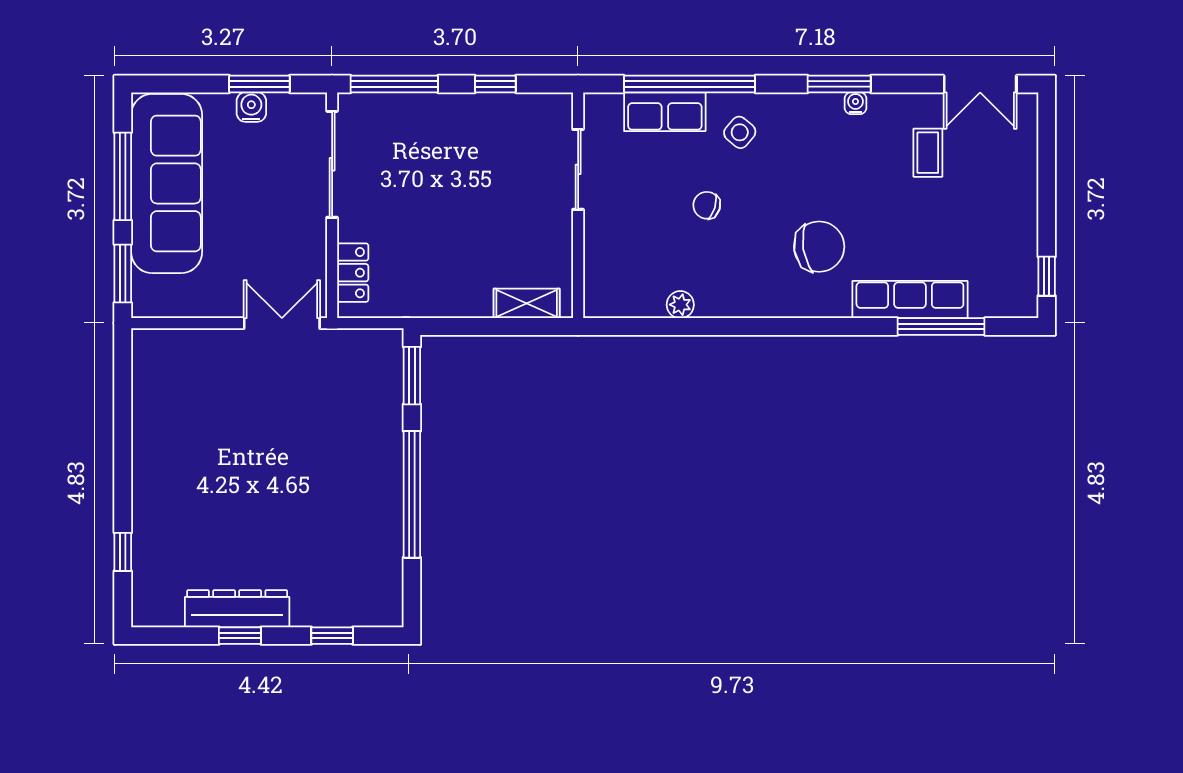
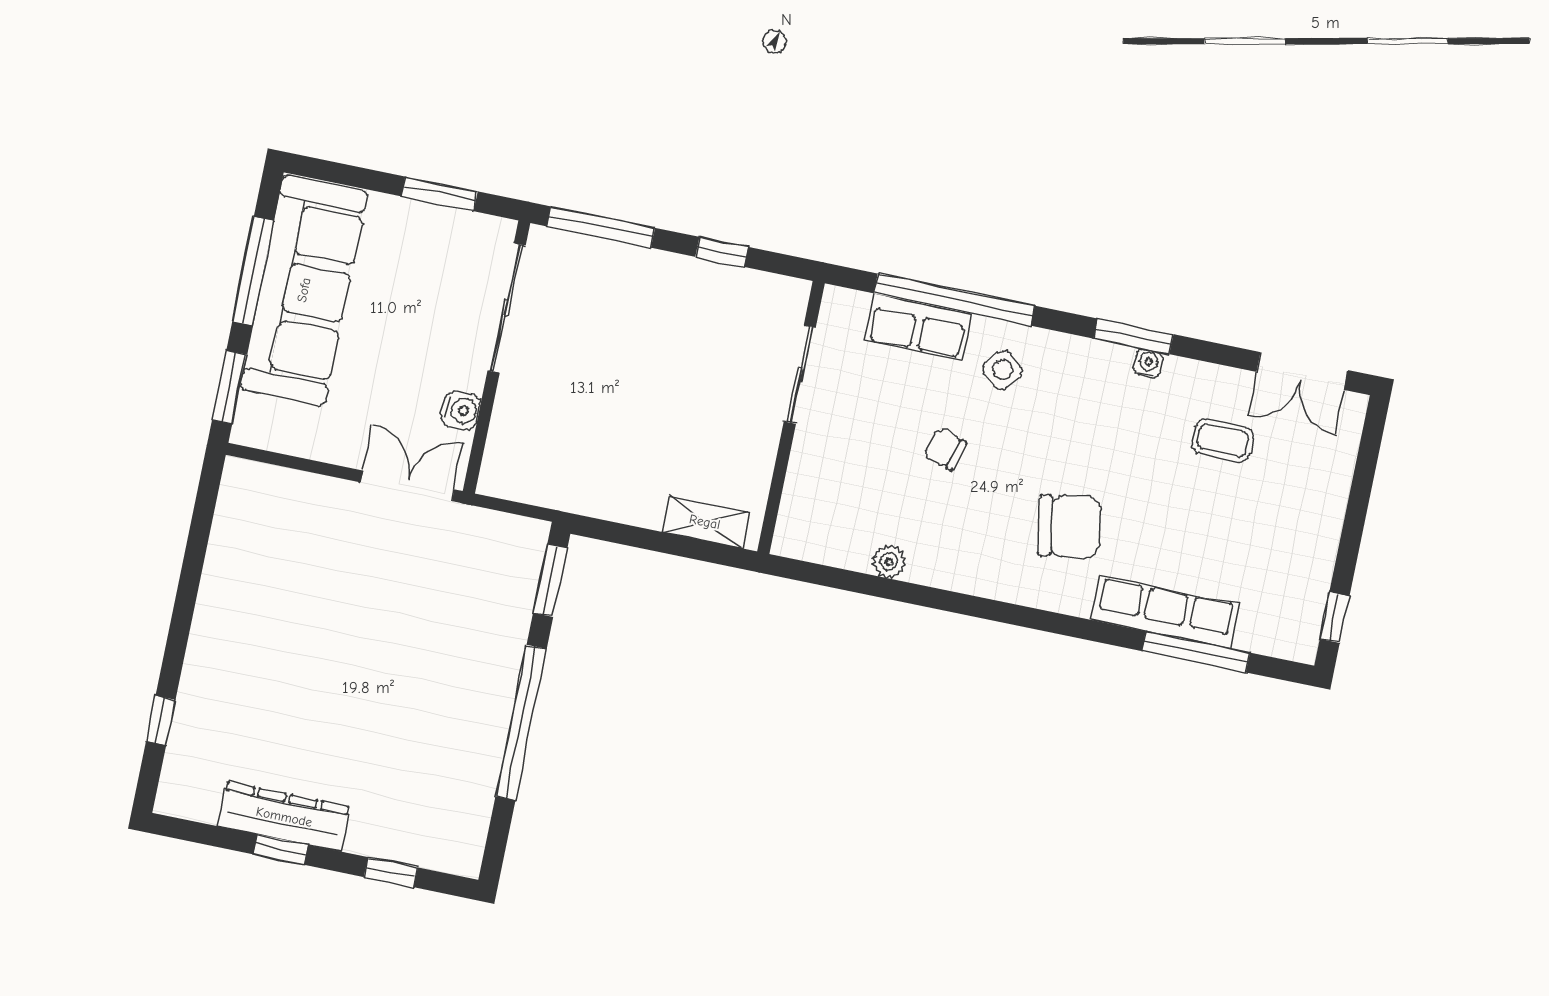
water cooler: (251, 107) -> (461, 410), moved, turned 90
coffee table: (928, 153) -> (1223, 440), turned 90
locker: (353, 273) -> (505, 443), removed

